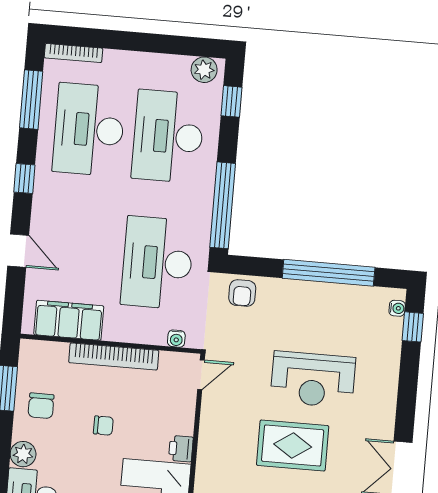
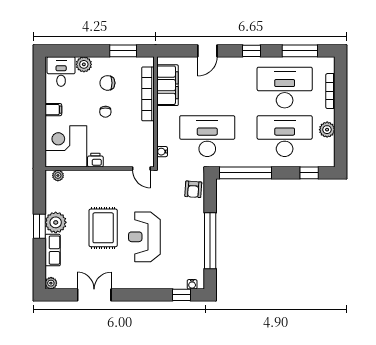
bookcase: (73, 53) -> (330, 91), moved
plant: (204, 70) -> (327, 130), moved
armchair: (242, 293) -> (193, 189), turned -86
bookcase: (114, 356) -> (148, 94), moved
chair: (41, 406) -> (107, 83), moved

